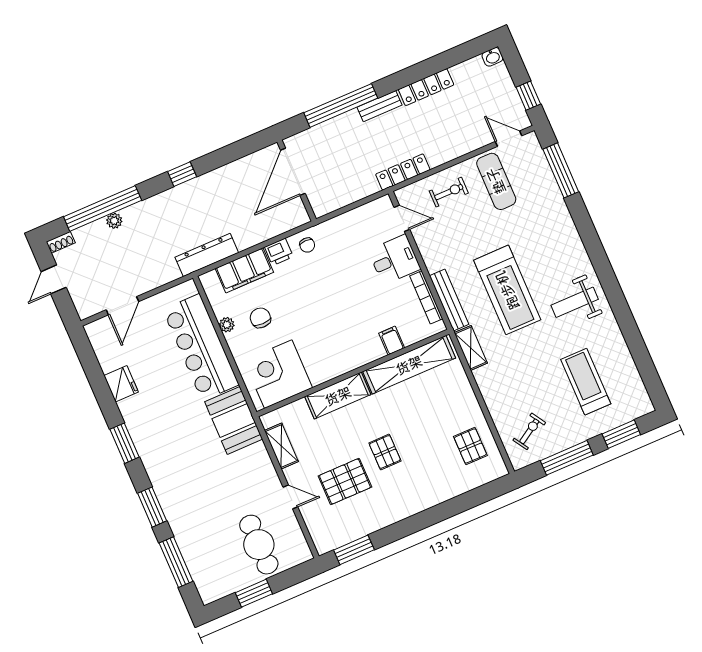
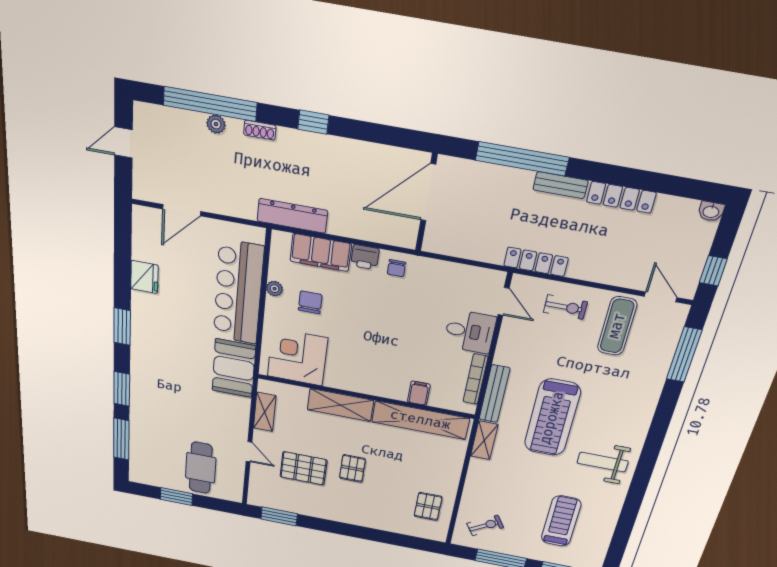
shoe rack: (61, 242) -> (260, 130), moved

